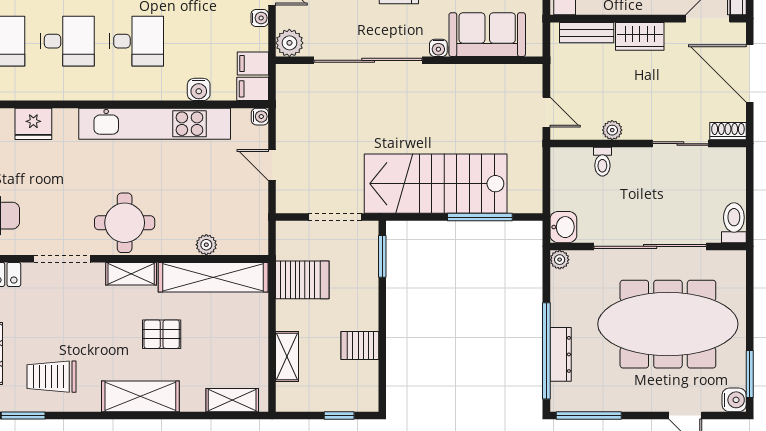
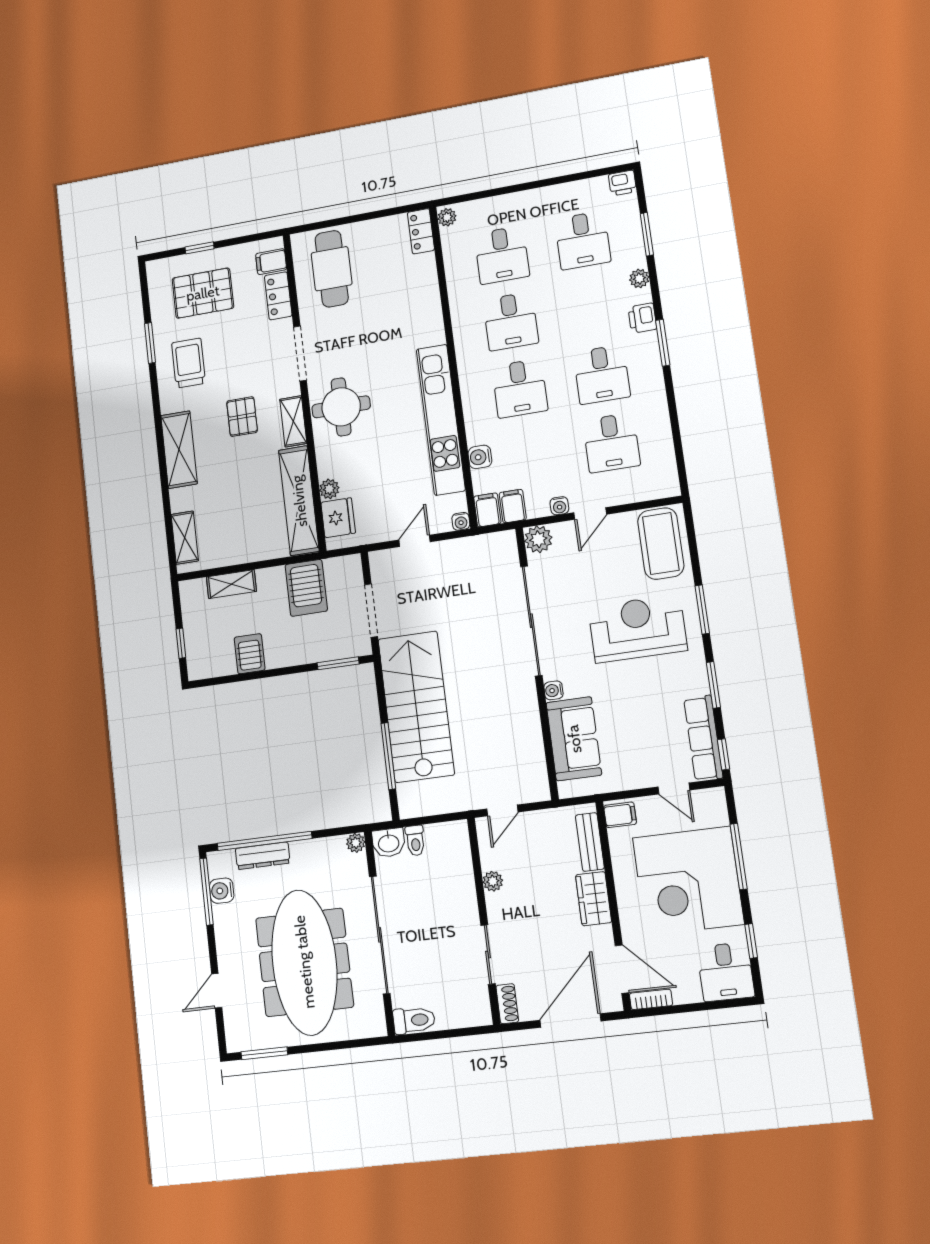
fridge: (33, 124) -> (338, 518), moved, turned 180
toilet: (602, 162) -> (415, 841), moved, turned -90
pallet: (162, 334) -> (242, 417), moved
water cooler: (734, 400) -> (222, 891), moved, turned 90

